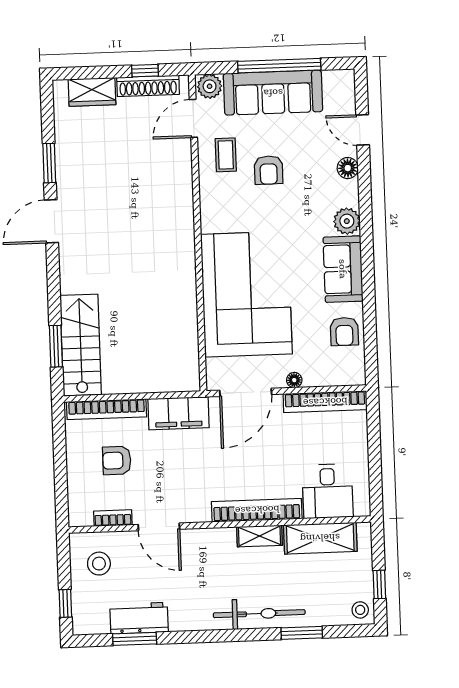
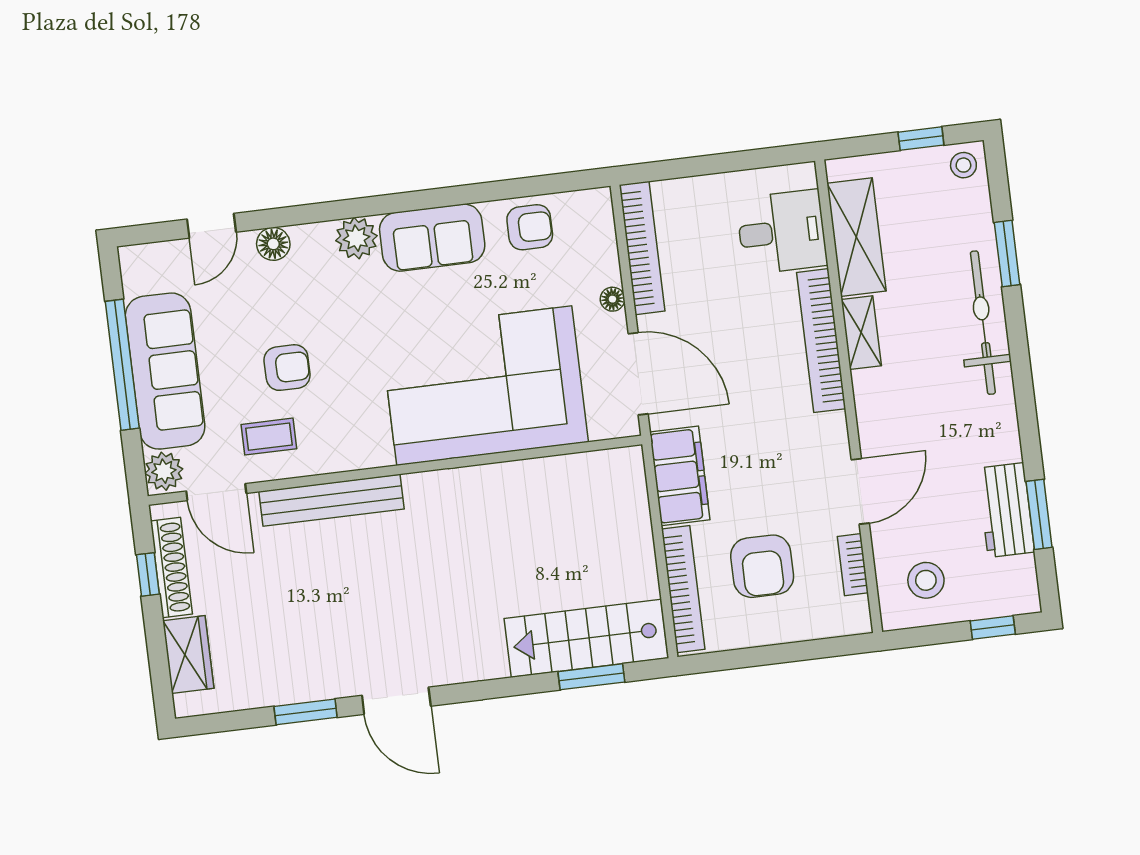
bench: (182, 191) -> (331, 500), added
armchair: (117, 460) -> (762, 566), width x1.38, depth x1.38

